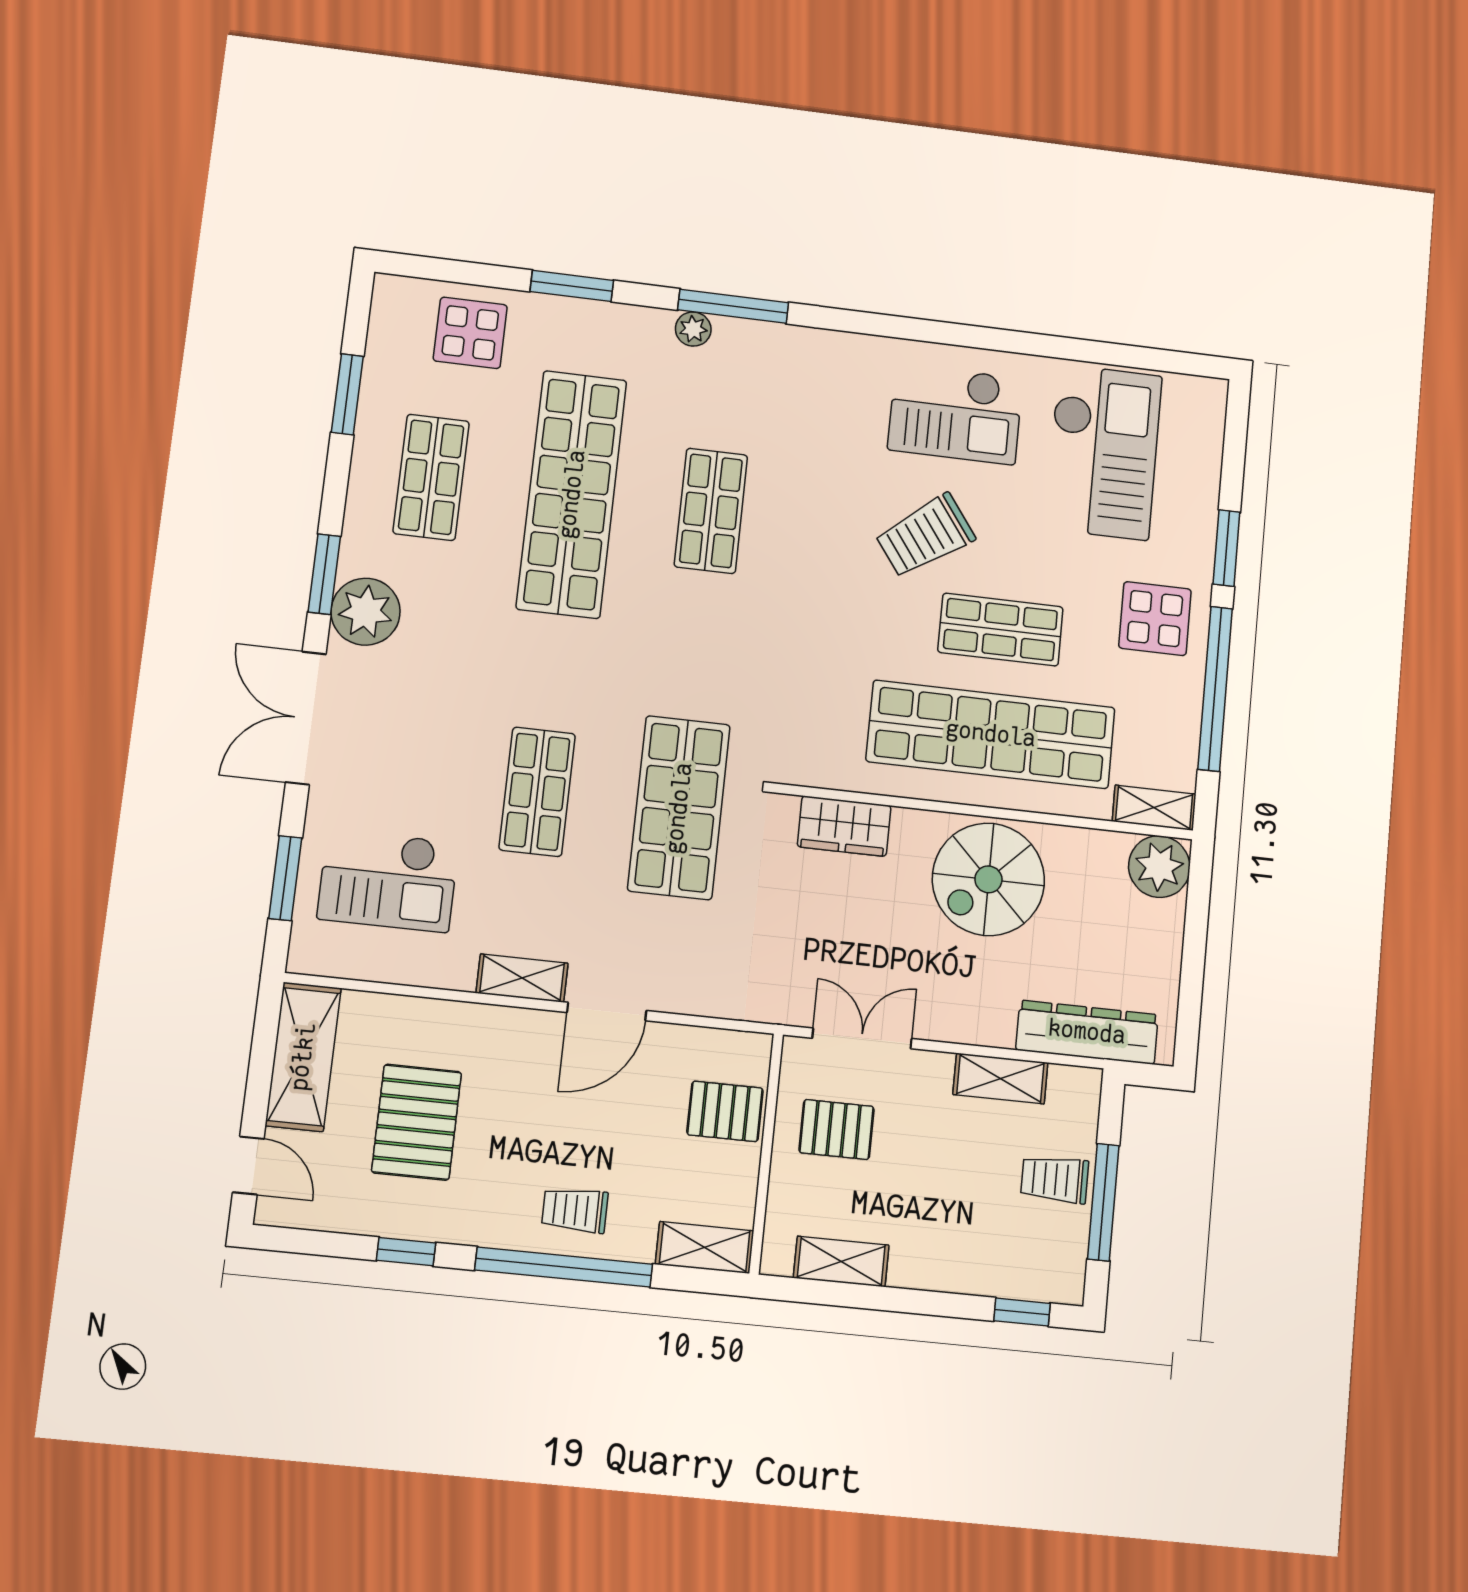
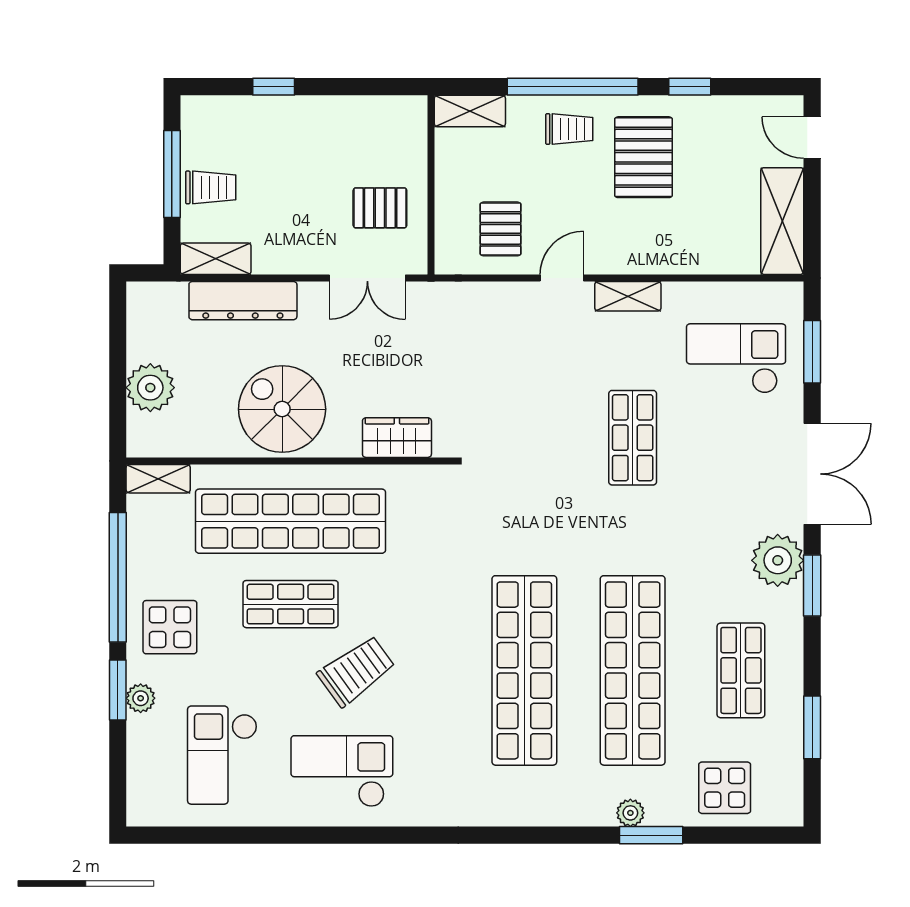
window: (733, 306) -> (524, 835), removed
plant: (693, 329) -> (630, 813), moved
checkout: (1103, 452) -> (222, 755), width x0.73, depth x0.83
shop shelf: (711, 511) -> (524, 670), width x2.00, depth x1.36
plant: (1199, 535) -> (141, 698), added
shop shelf: (679, 808) -> (524, 438), removed
plant: (1159, 867) -> (150, 388), moved
spiral stairs: (988, 879) -> (282, 409), turned -90
door: (607, 1011) -> (562, 278), width x0.73
dresser: (1087, 1032) -> (243, 301), moved
shelving: (1000, 1079) -> (216, 259), moved
pallet: (725, 1111) -> (501, 229), moved, turned 90
pallet: (417, 1122) -> (643, 157), moved
shelving: (841, 1261) -> (367, 111), removed
window: (1022, 1312) -> (274, 87), moved

